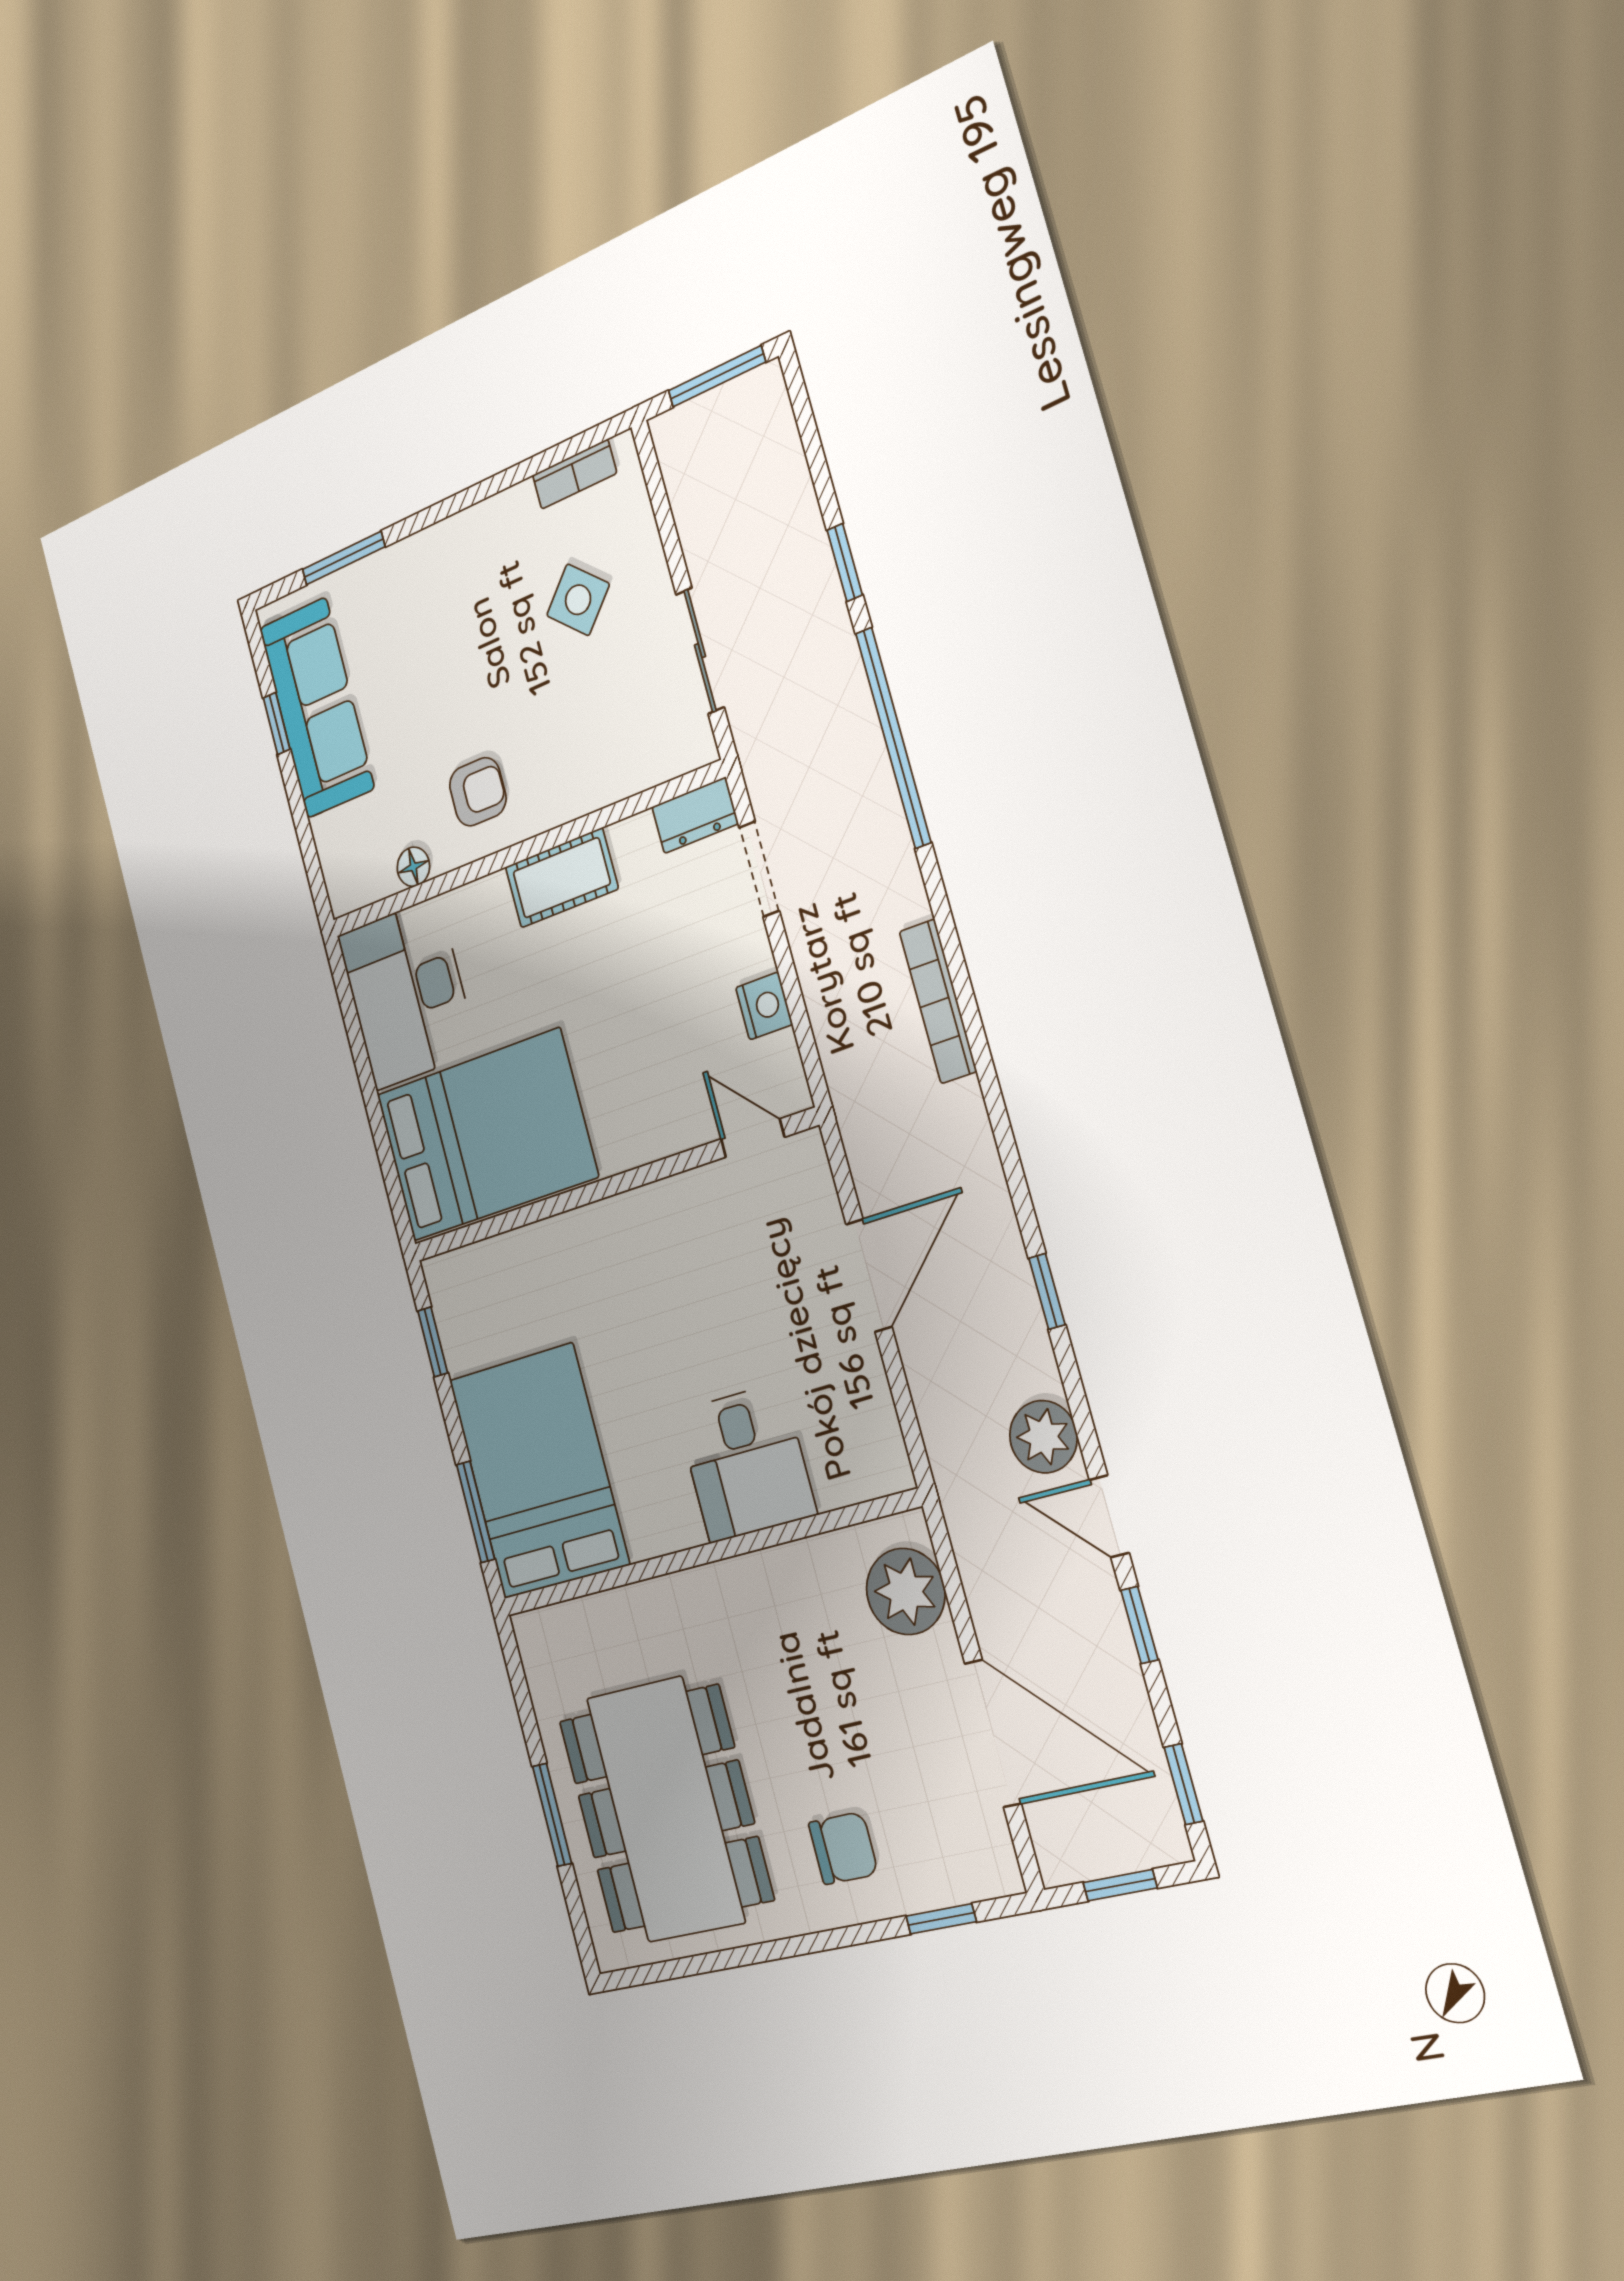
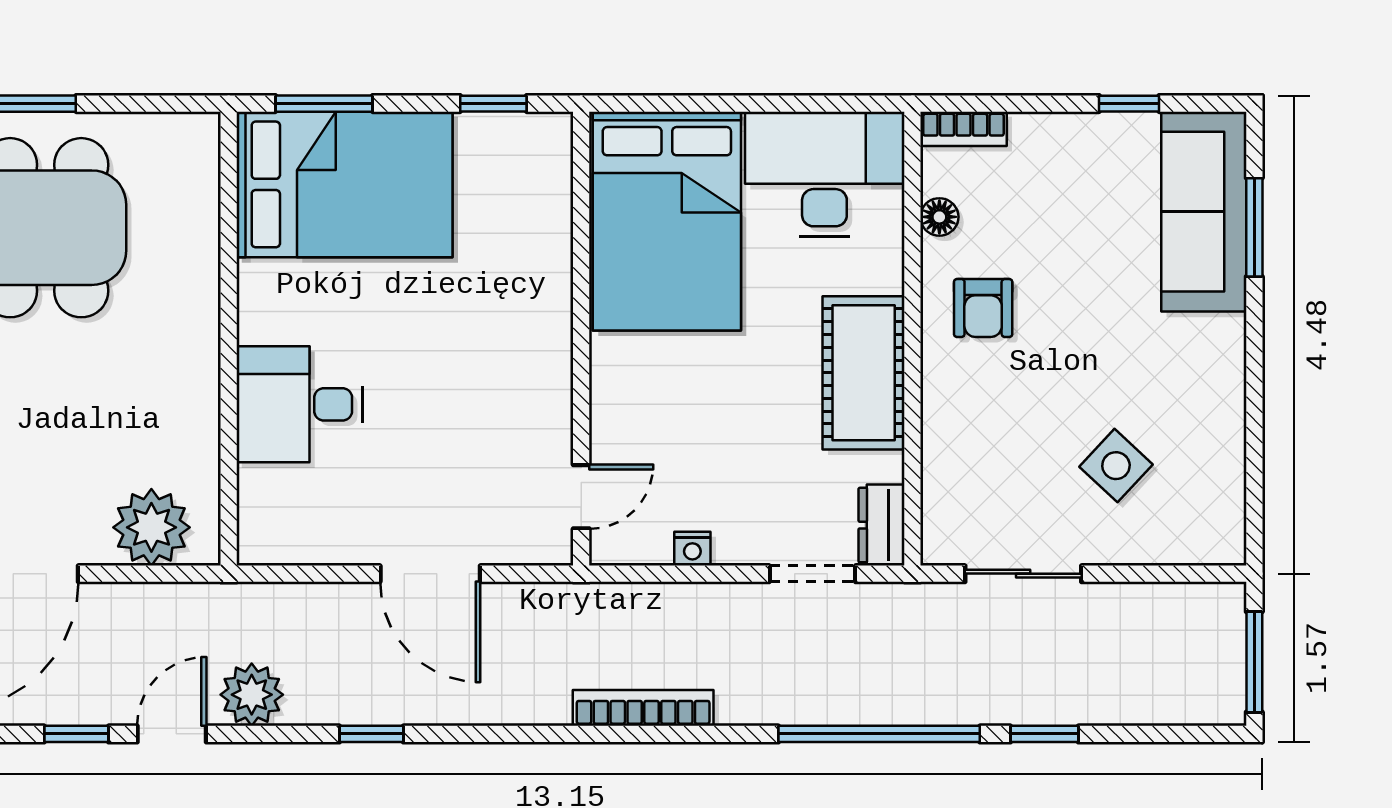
bookcase: (574, 474) -> (964, 129), moved, turned -90
sofa: (317, 708) -> (1204, 212), moved, turned 90
cot: (562, 878) -> (864, 373), width x1.37, depth x1.34
nightstand: (764, 1006) -> (692, 549), width x0.72, depth x0.74

